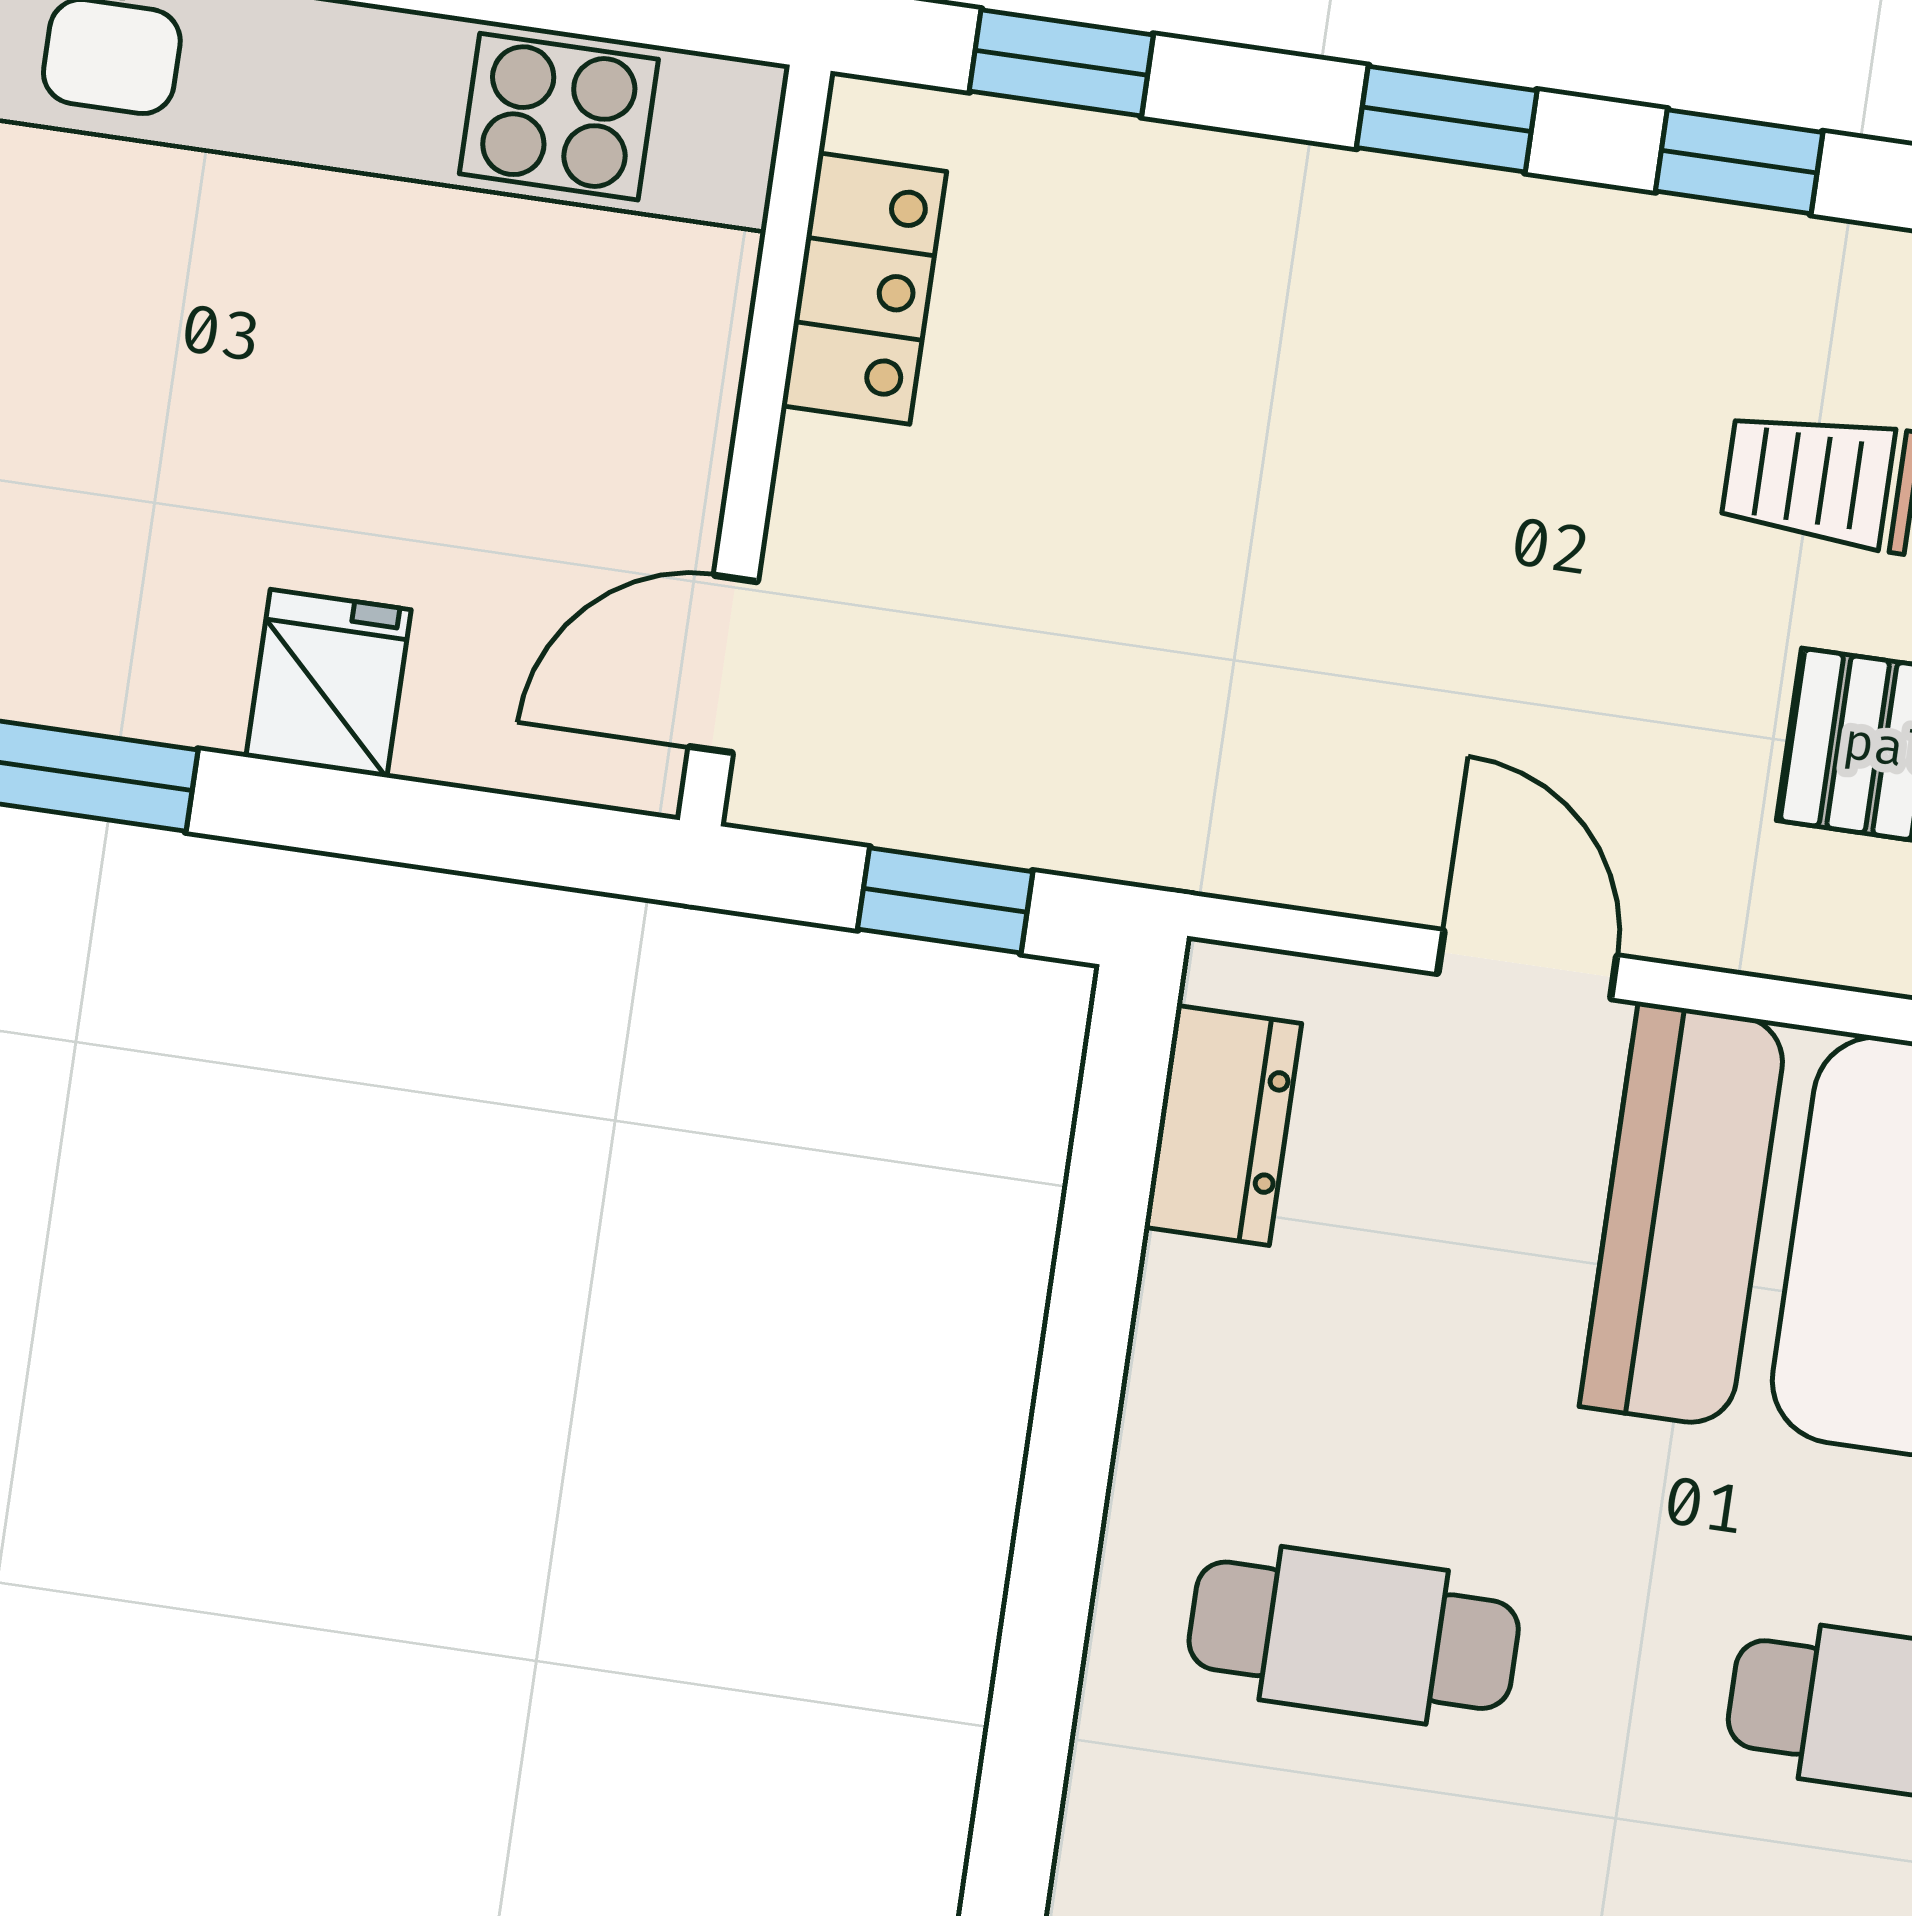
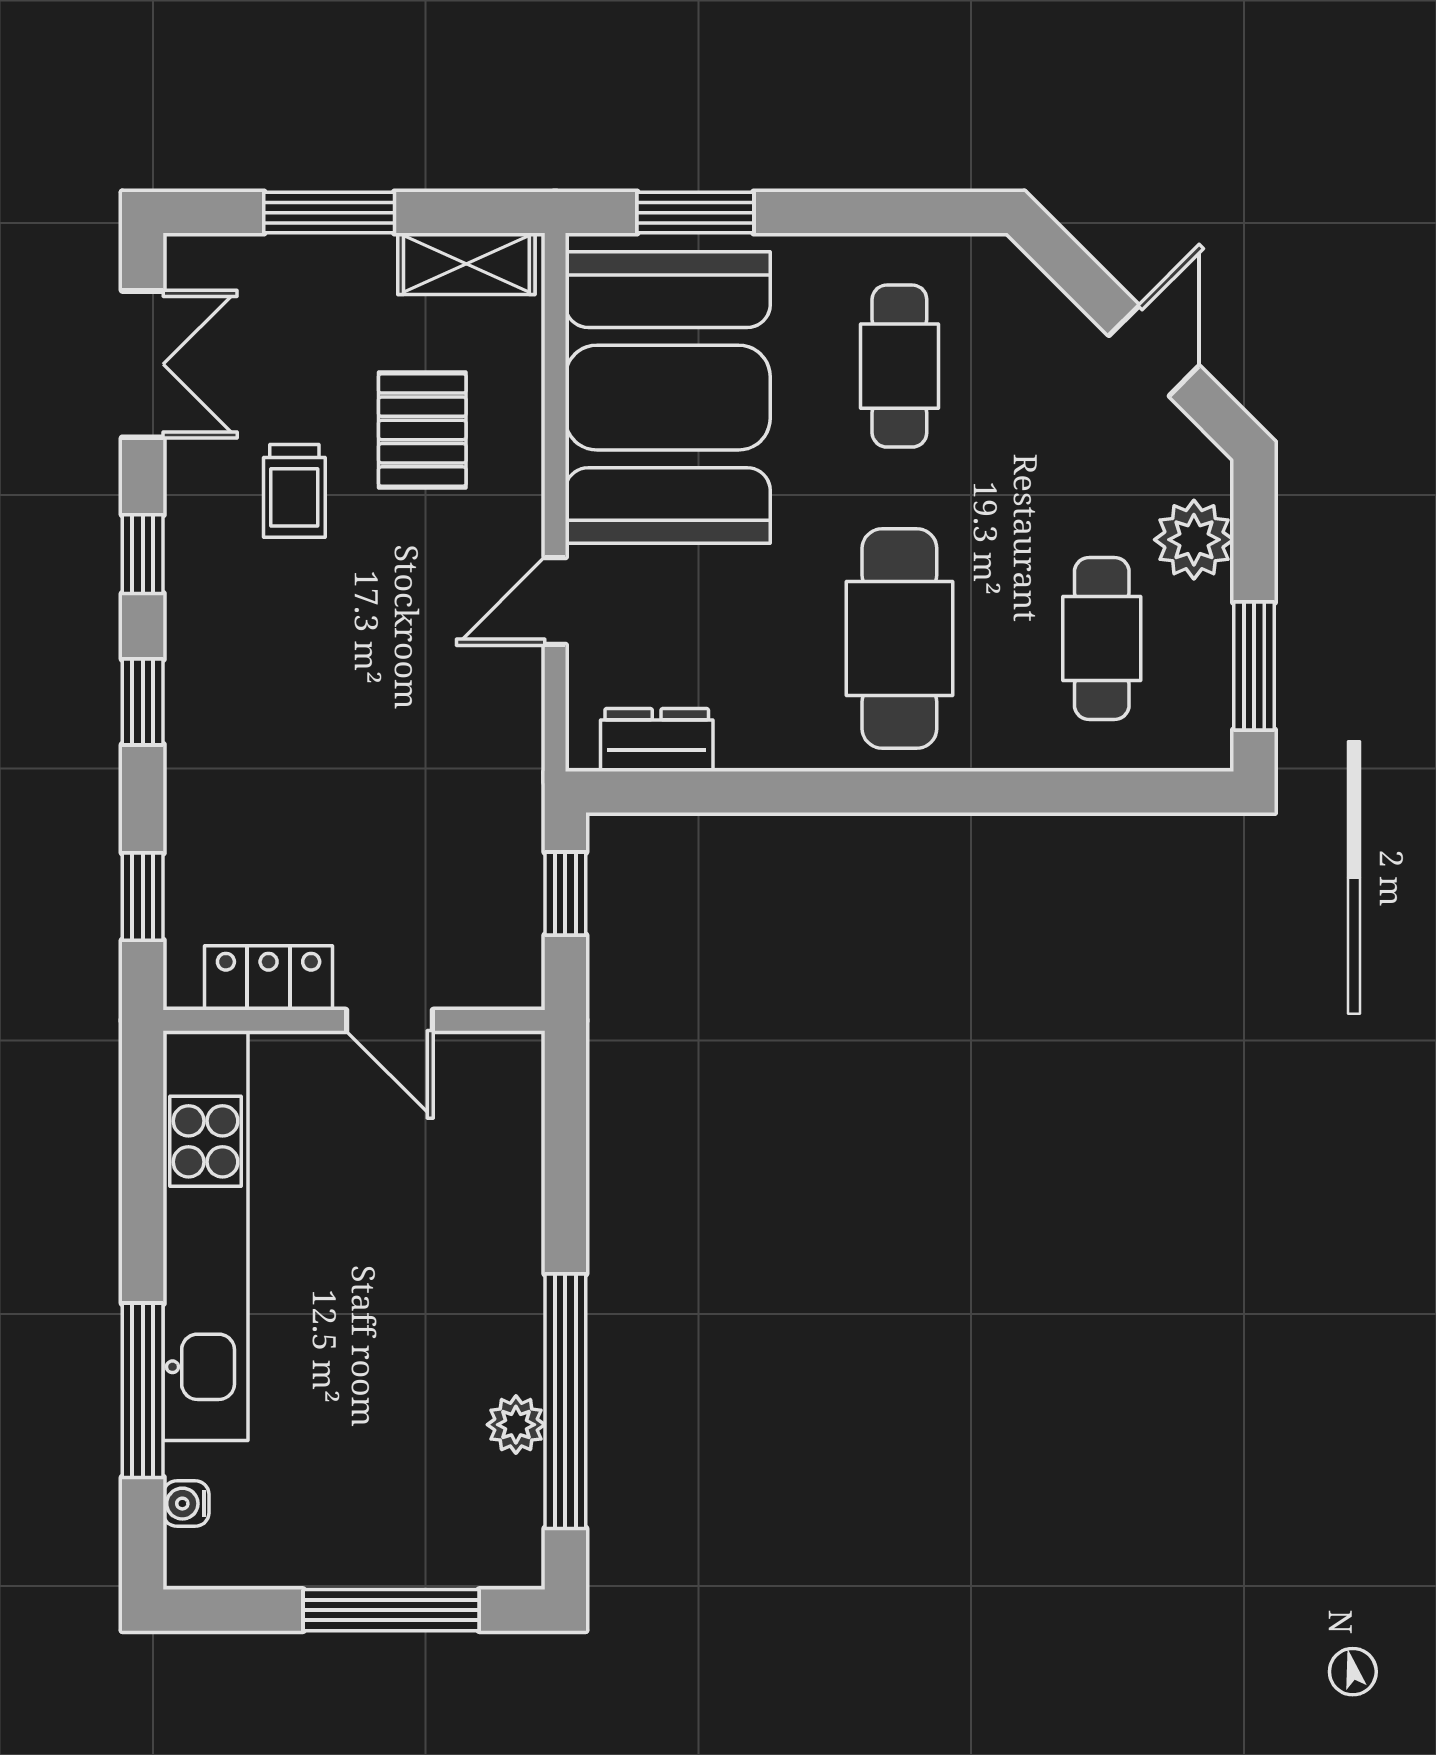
door: (723, 664) -> (390, 1020), moved
fridge: (329, 683) -> (502, 1214), removed
cafe table: (1354, 1635) -> (899, 638), width x1.37, depth x1.35

